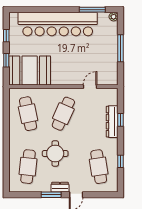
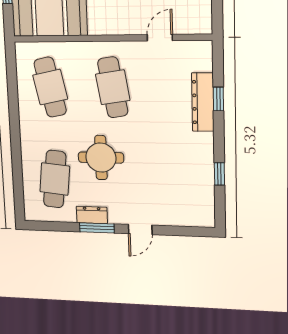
cafe table: (63, 114) -> (113, 87), turned -33
cafe table: (99, 167) -> (179, 182), removed
dresser: (60, 187) -> (92, 215), moved

